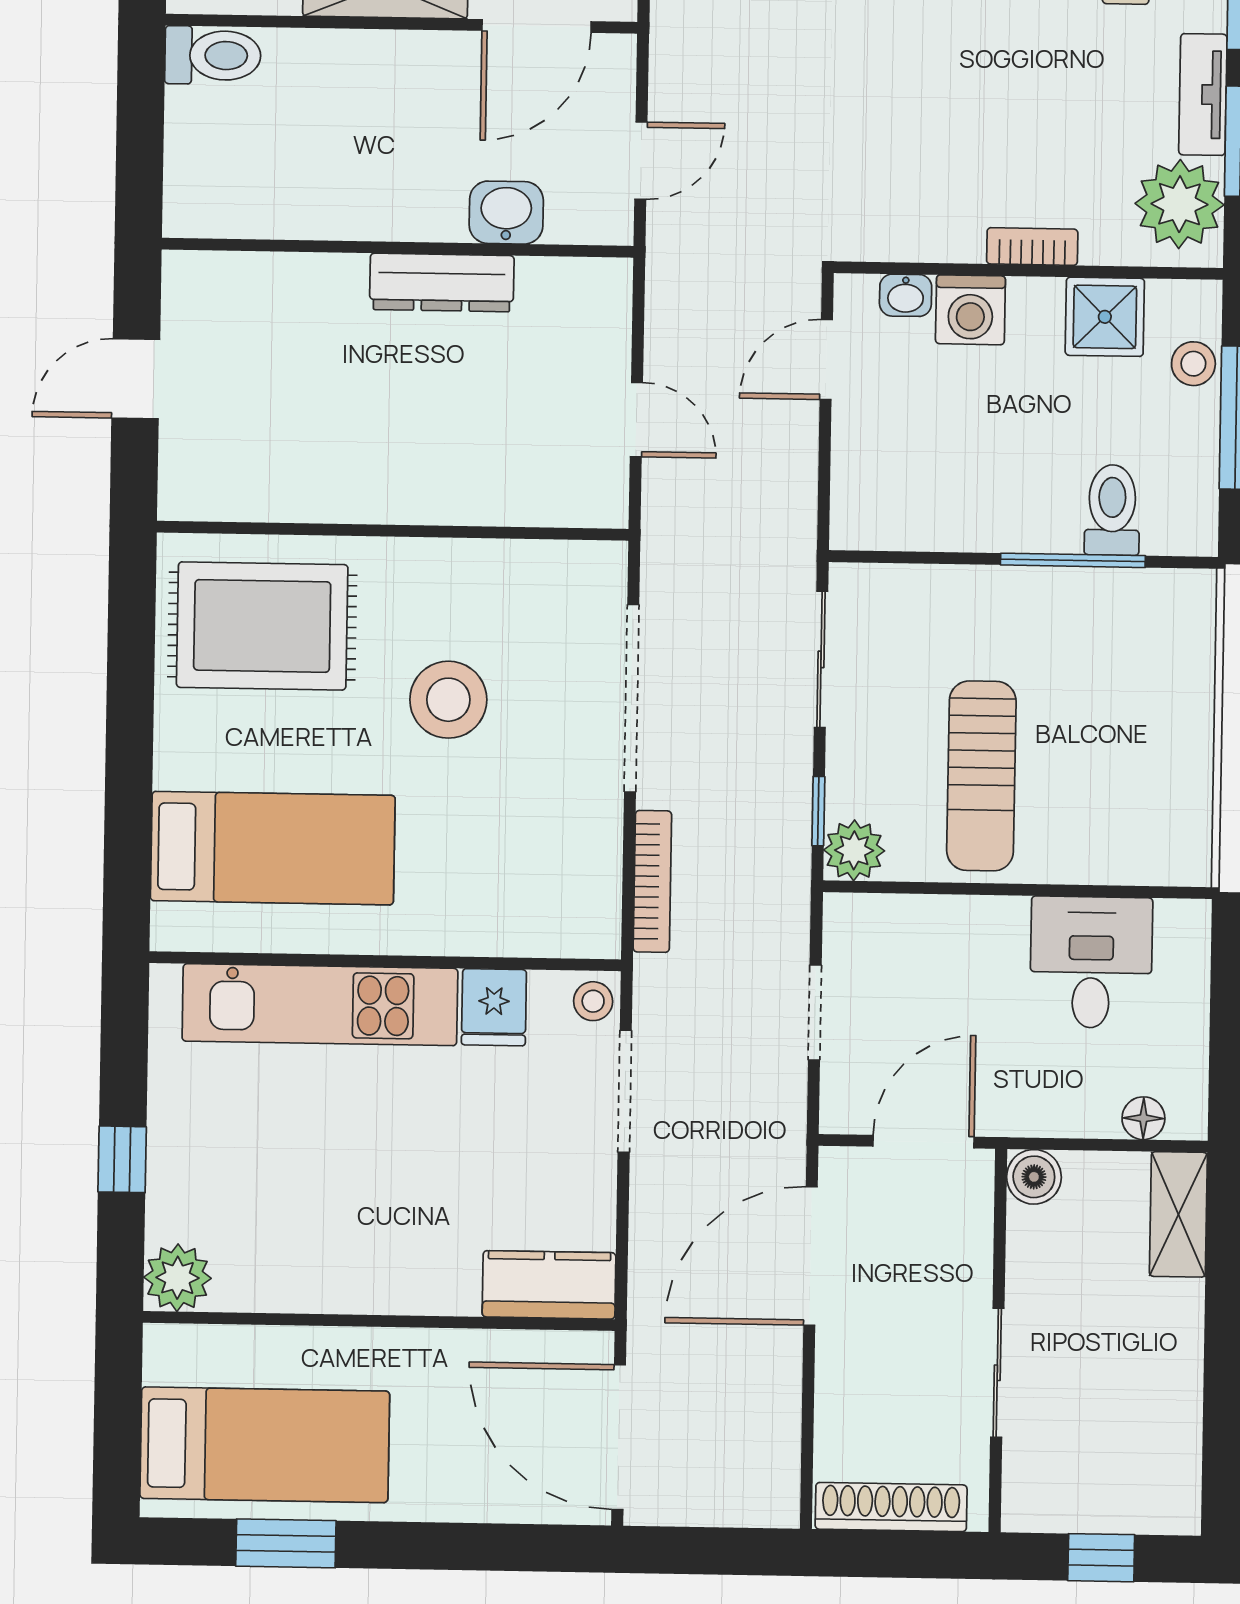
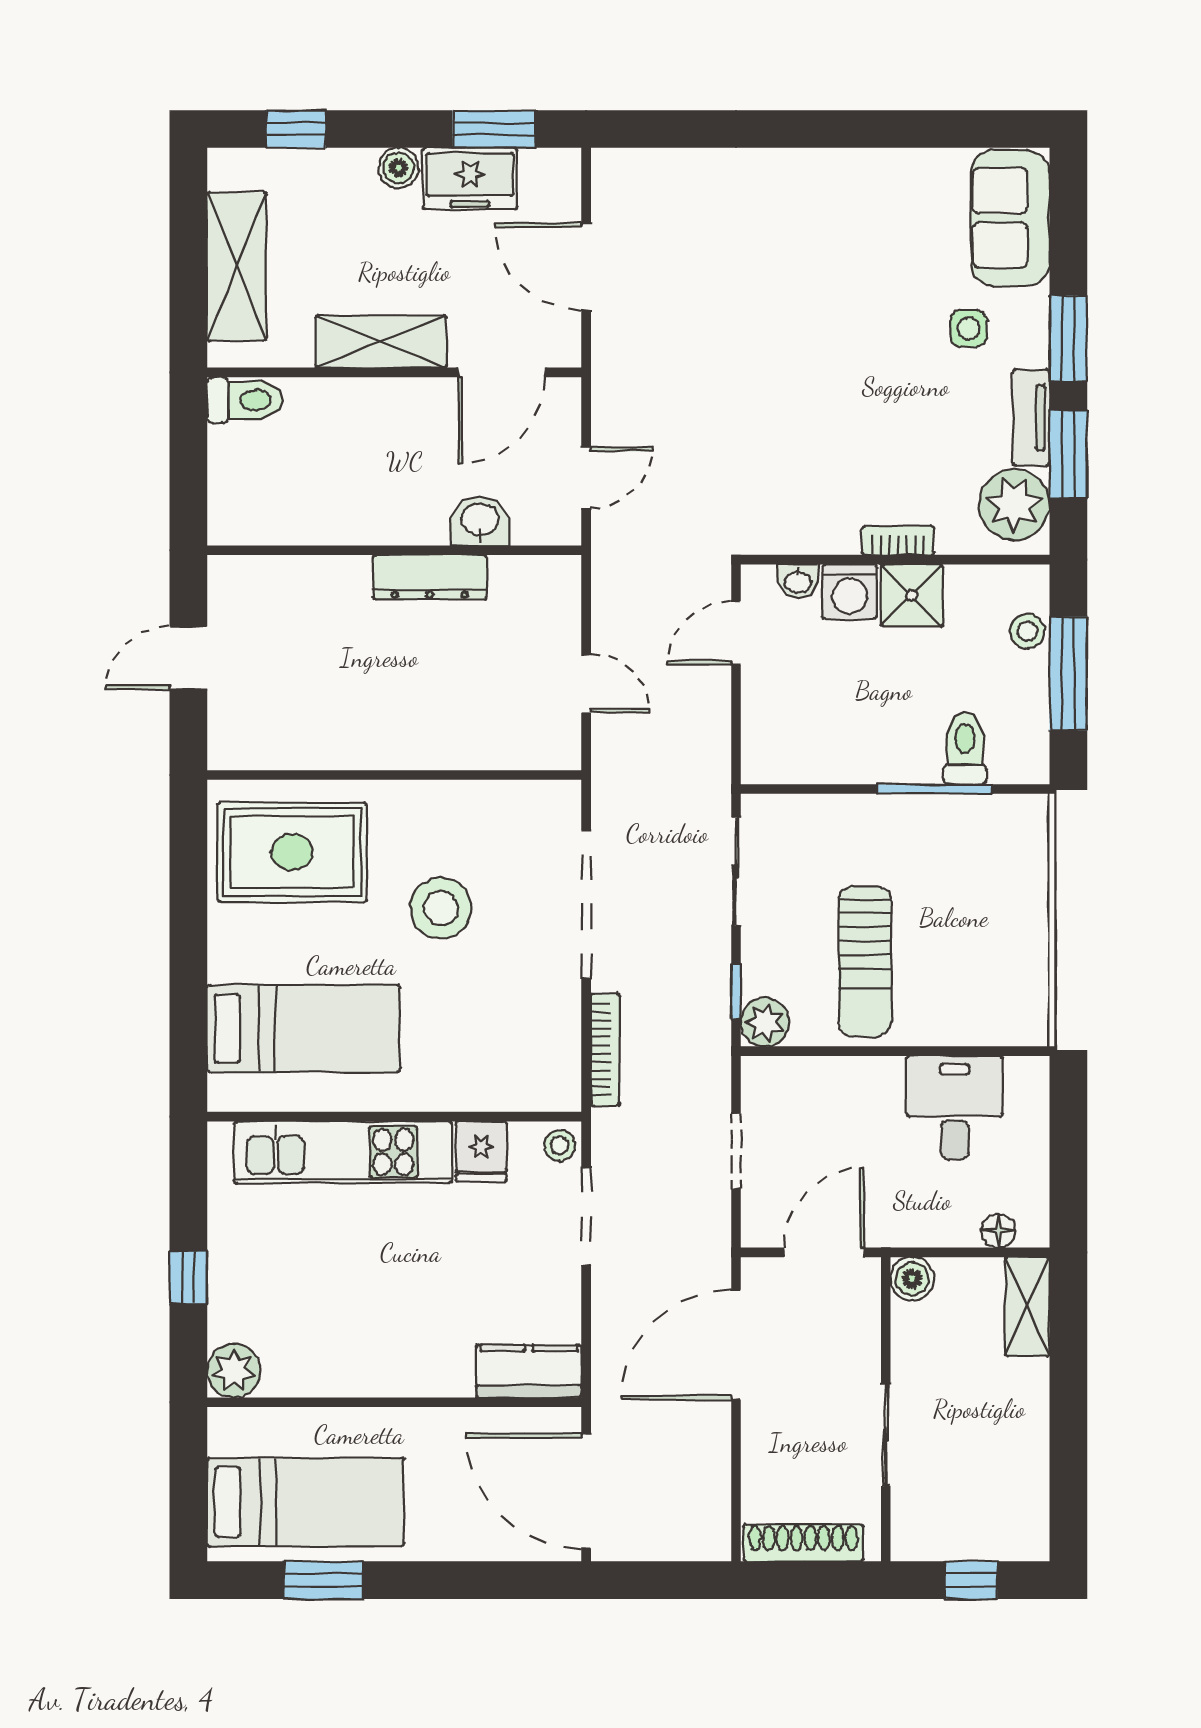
shower: (1105, 317) -> (912, 595), moved

